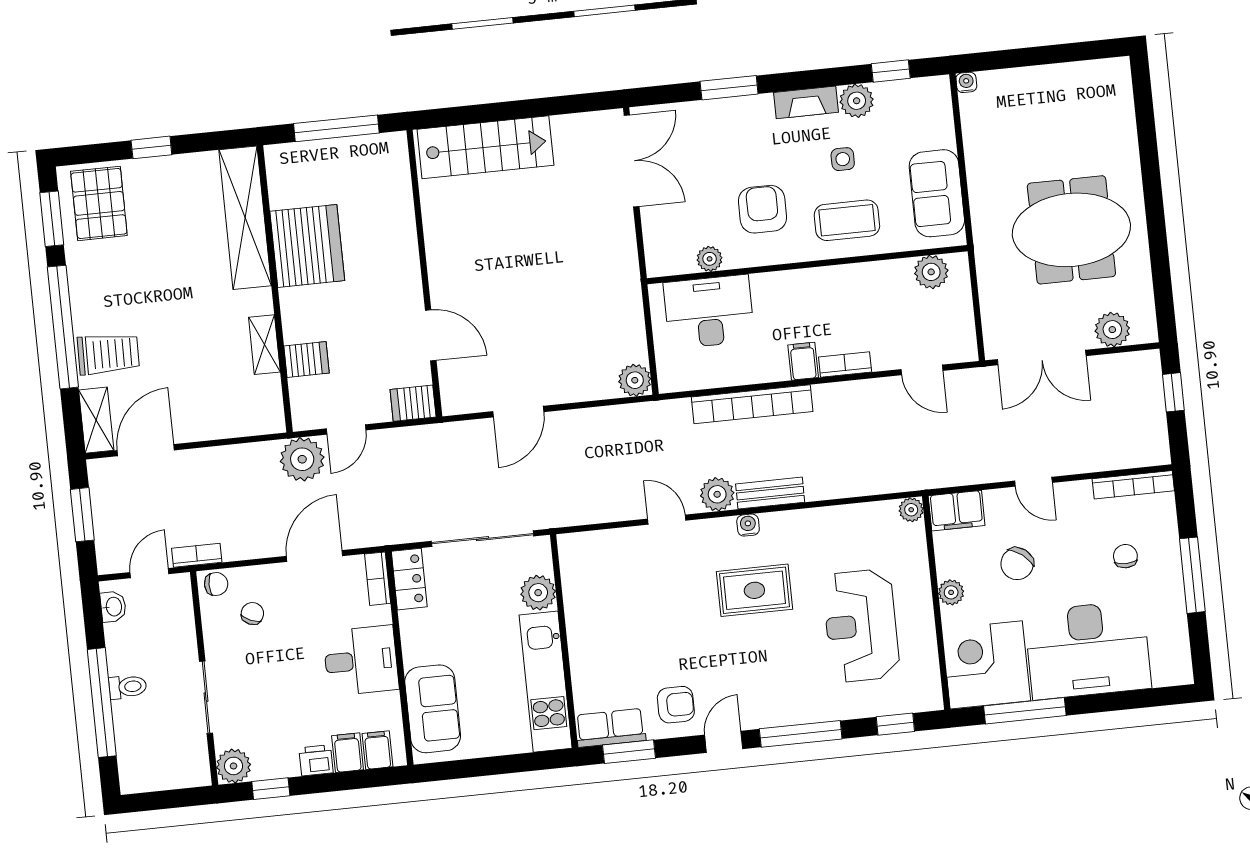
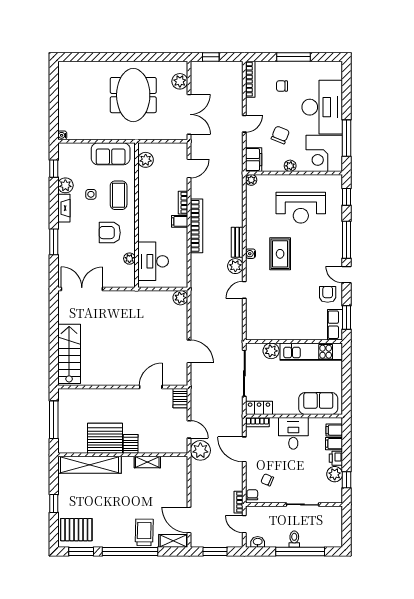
server rack: (306, 360) -> (131, 444), moved
bookcase: (752, 404) -> (197, 226), moved
chair: (1017, 564) -> (280, 135), turned -106
plant: (234, 766) -> (335, 474), moved

